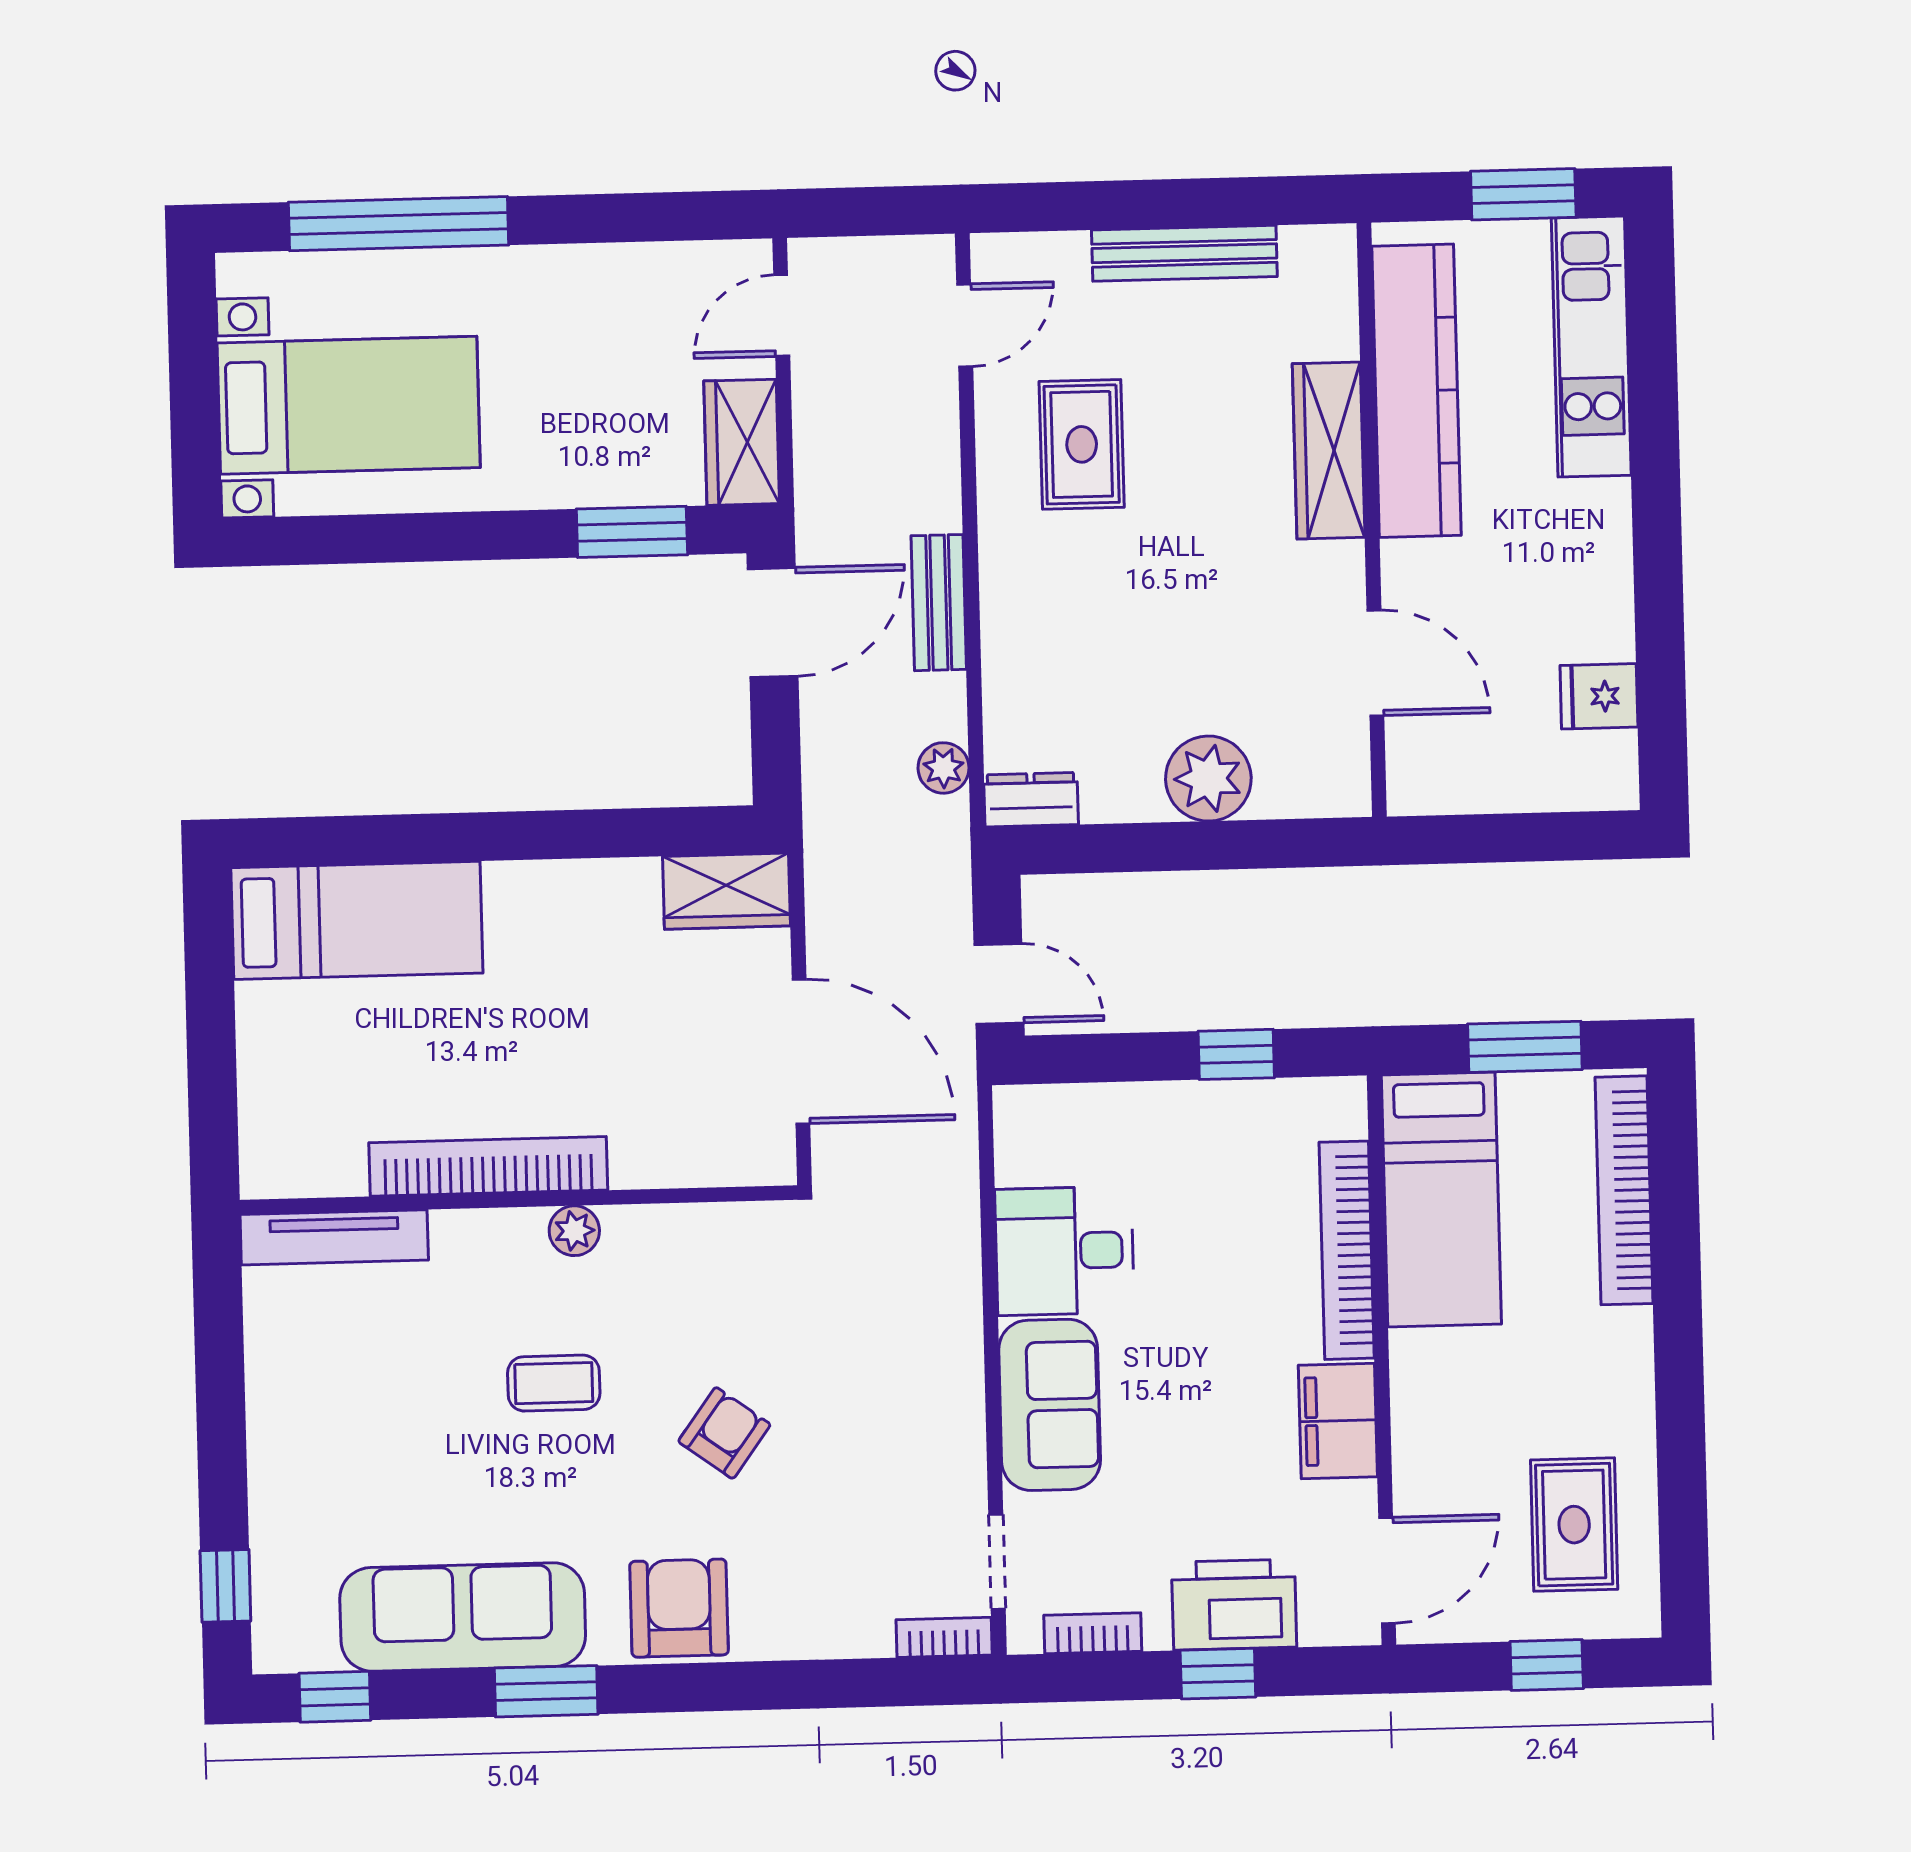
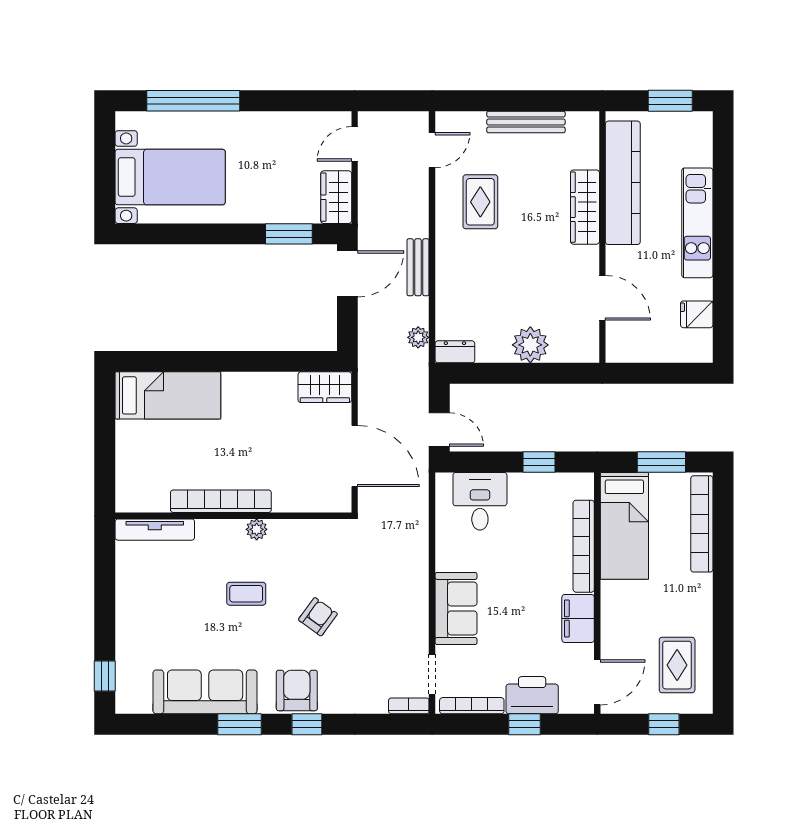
kitchen unit: (1591, 347) -> (697, 223), moved
desk: (1065, 1251) -> (480, 501), moved, turned 90
bookcase: (1093, 1633) -> (472, 706), width x1.56
window: (335, 1697) -> (307, 724), moved

